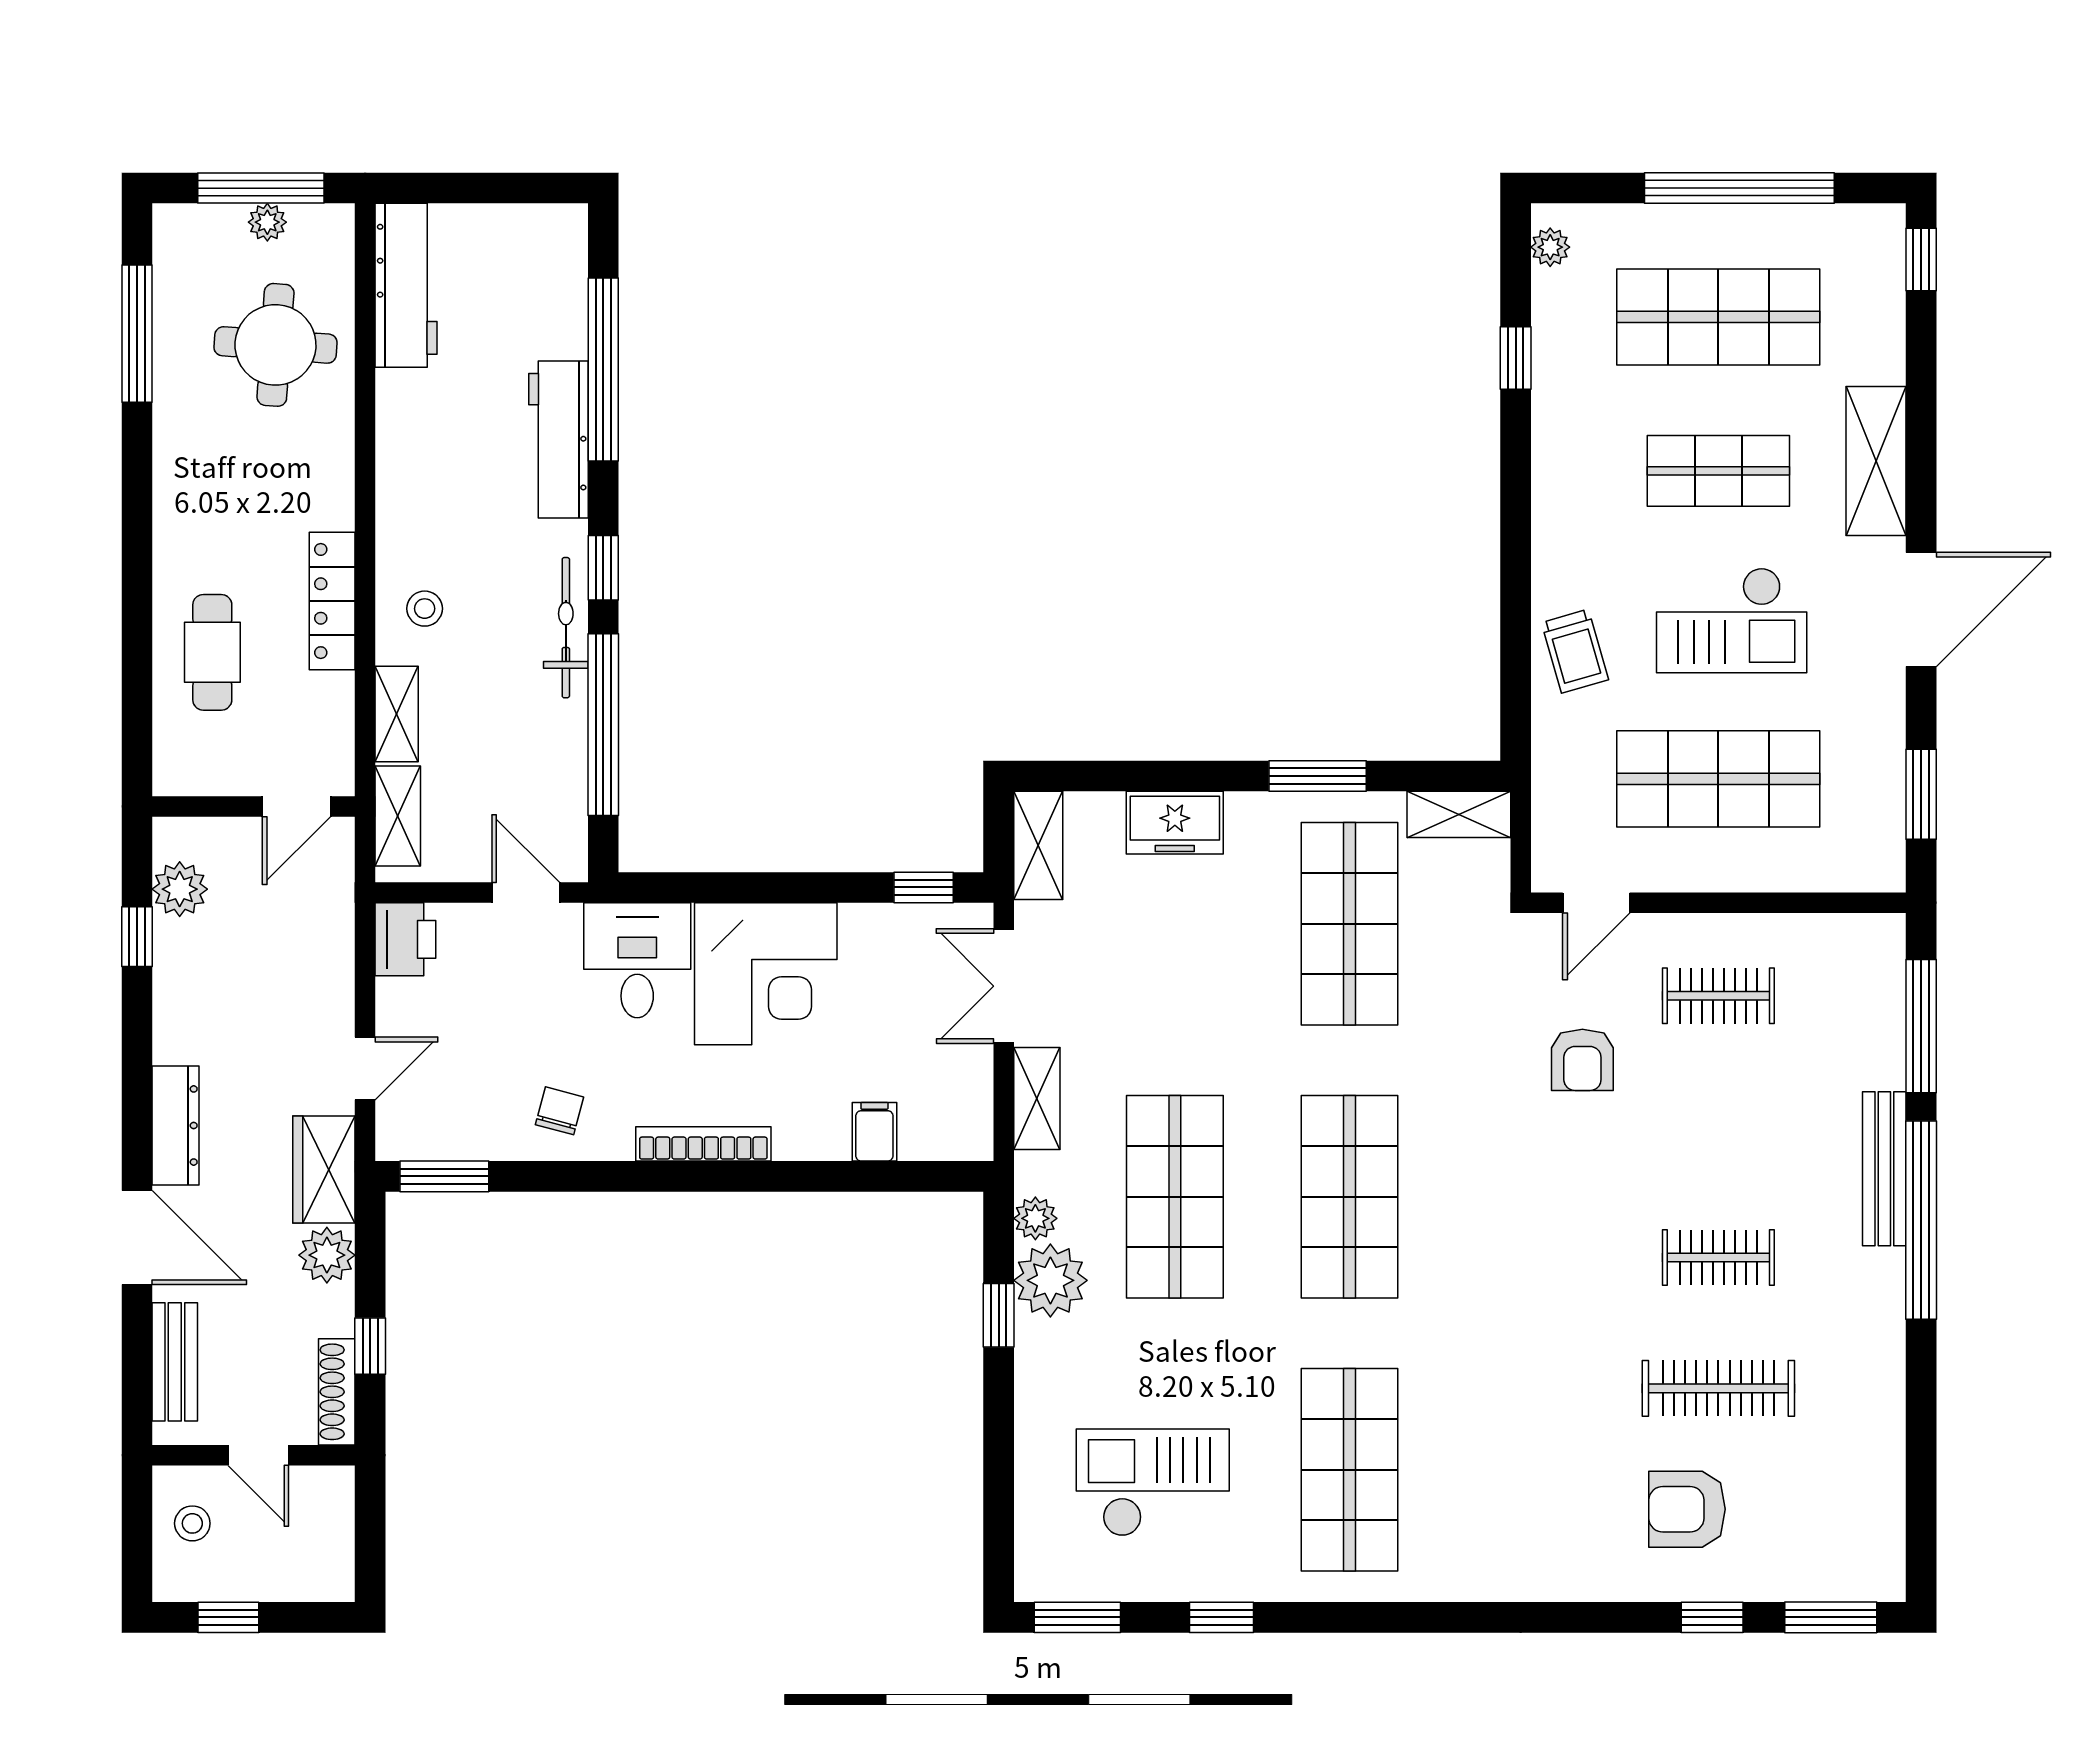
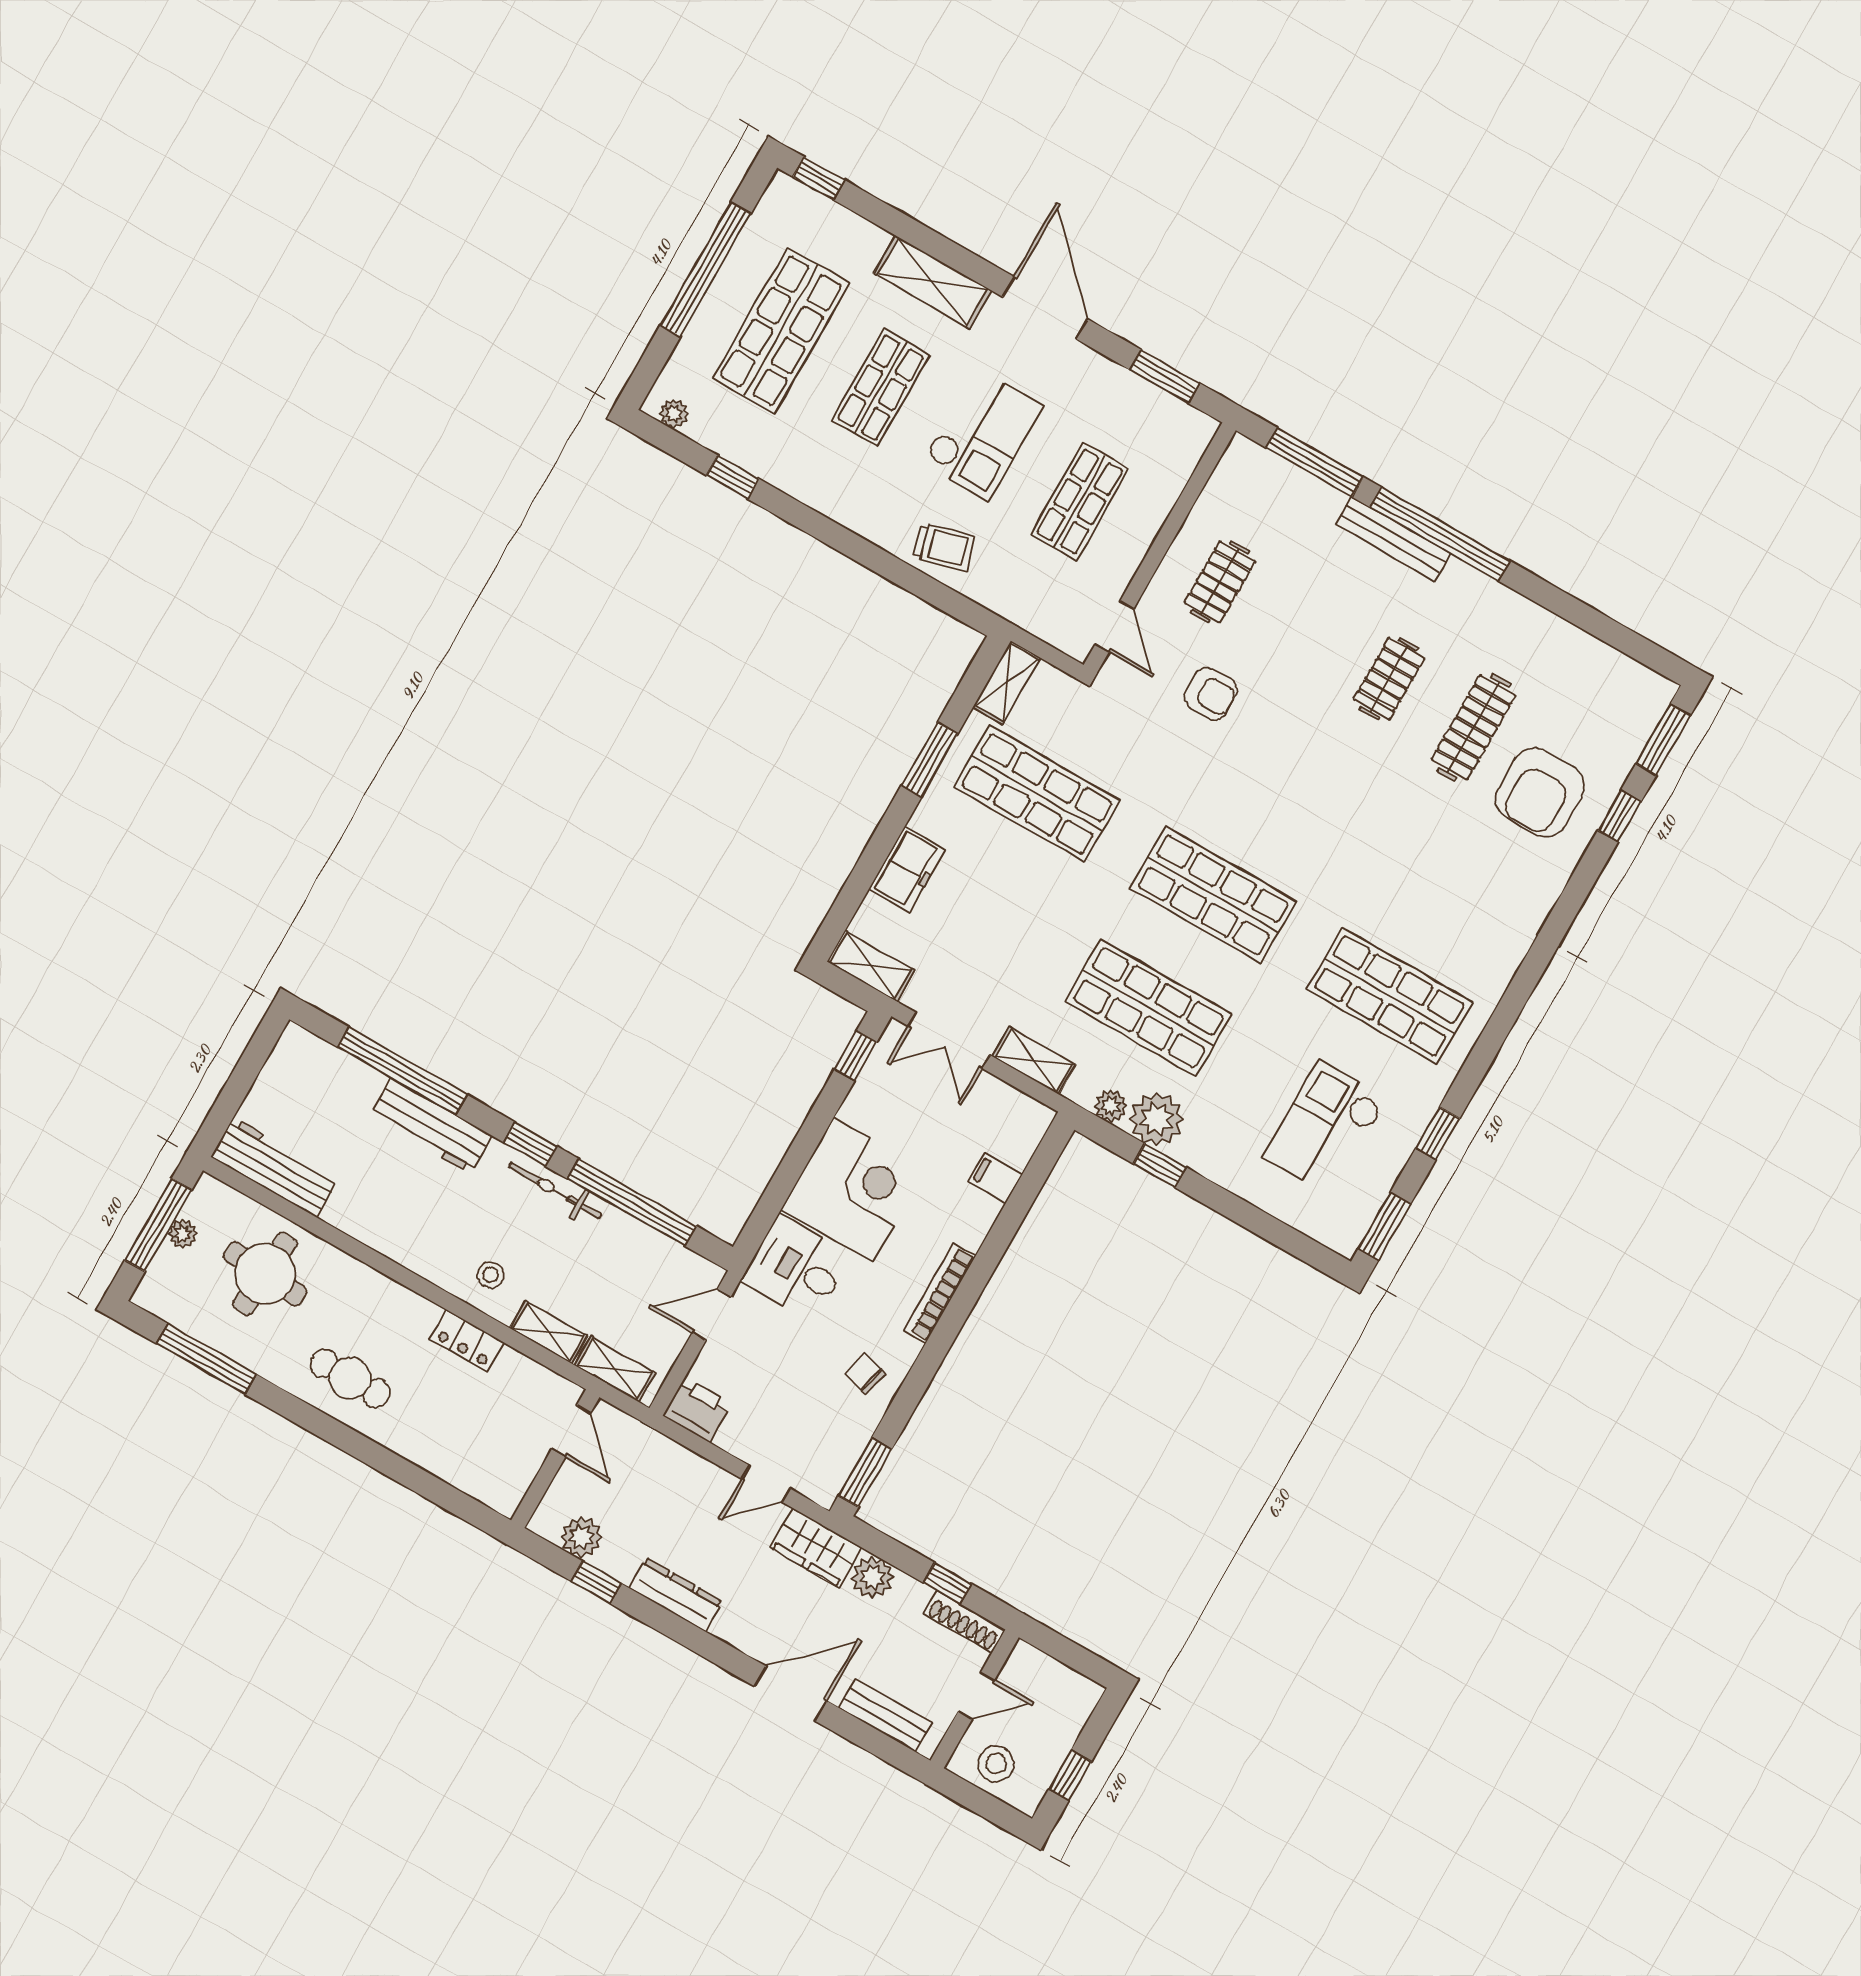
locker: (332, 601) -> (467, 1341), width x0.66
cafe table: (212, 652) -> (350, 1378), moved
shop shelf: (1718, 779) -> (1080, 502), width x0.70, depth x0.74
door: (365, 1069) -> (766, 1484), swing flipped
dresser: (176, 1125) -> (676, 1595), moved
armchair: (1687, 1509) -> (1540, 792), width x1.36, depth x1.36
stool: (192, 1523) -> (996, 1764), width x1.37, depth x1.37

